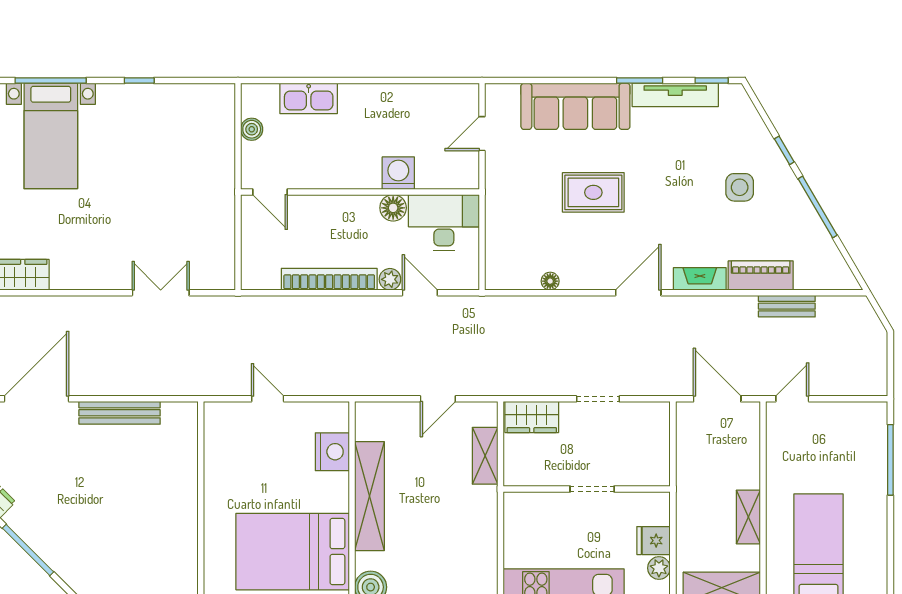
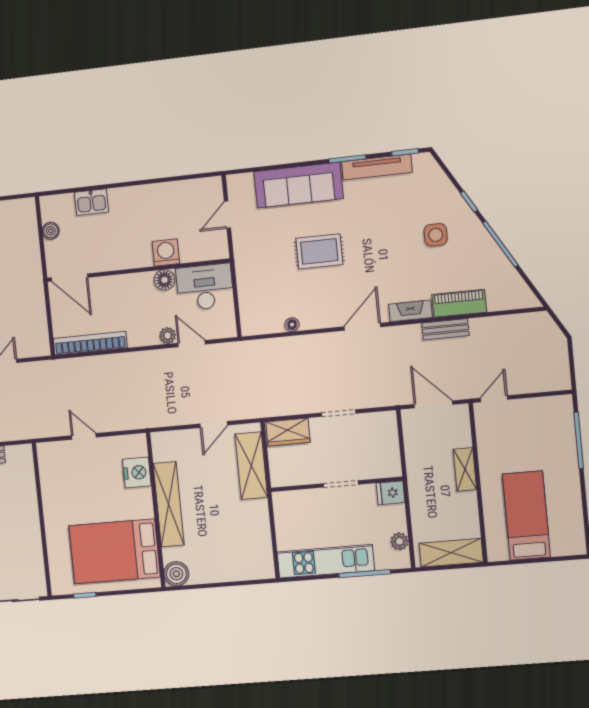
kitchen sink: (309, 98) -> (91, 202), width x0.73
door: (270, 192) -> (69, 278), width x1.38
bookcase: (329, 279) -> (90, 343), moved
bench: (787, 306) -> (445, 329), moved
shelving: (485, 456) -> (251, 466), width x1.50, depth x1.33
shelving: (748, 517) -> (465, 469), moved
fridge: (654, 541) -> (391, 493), moved

